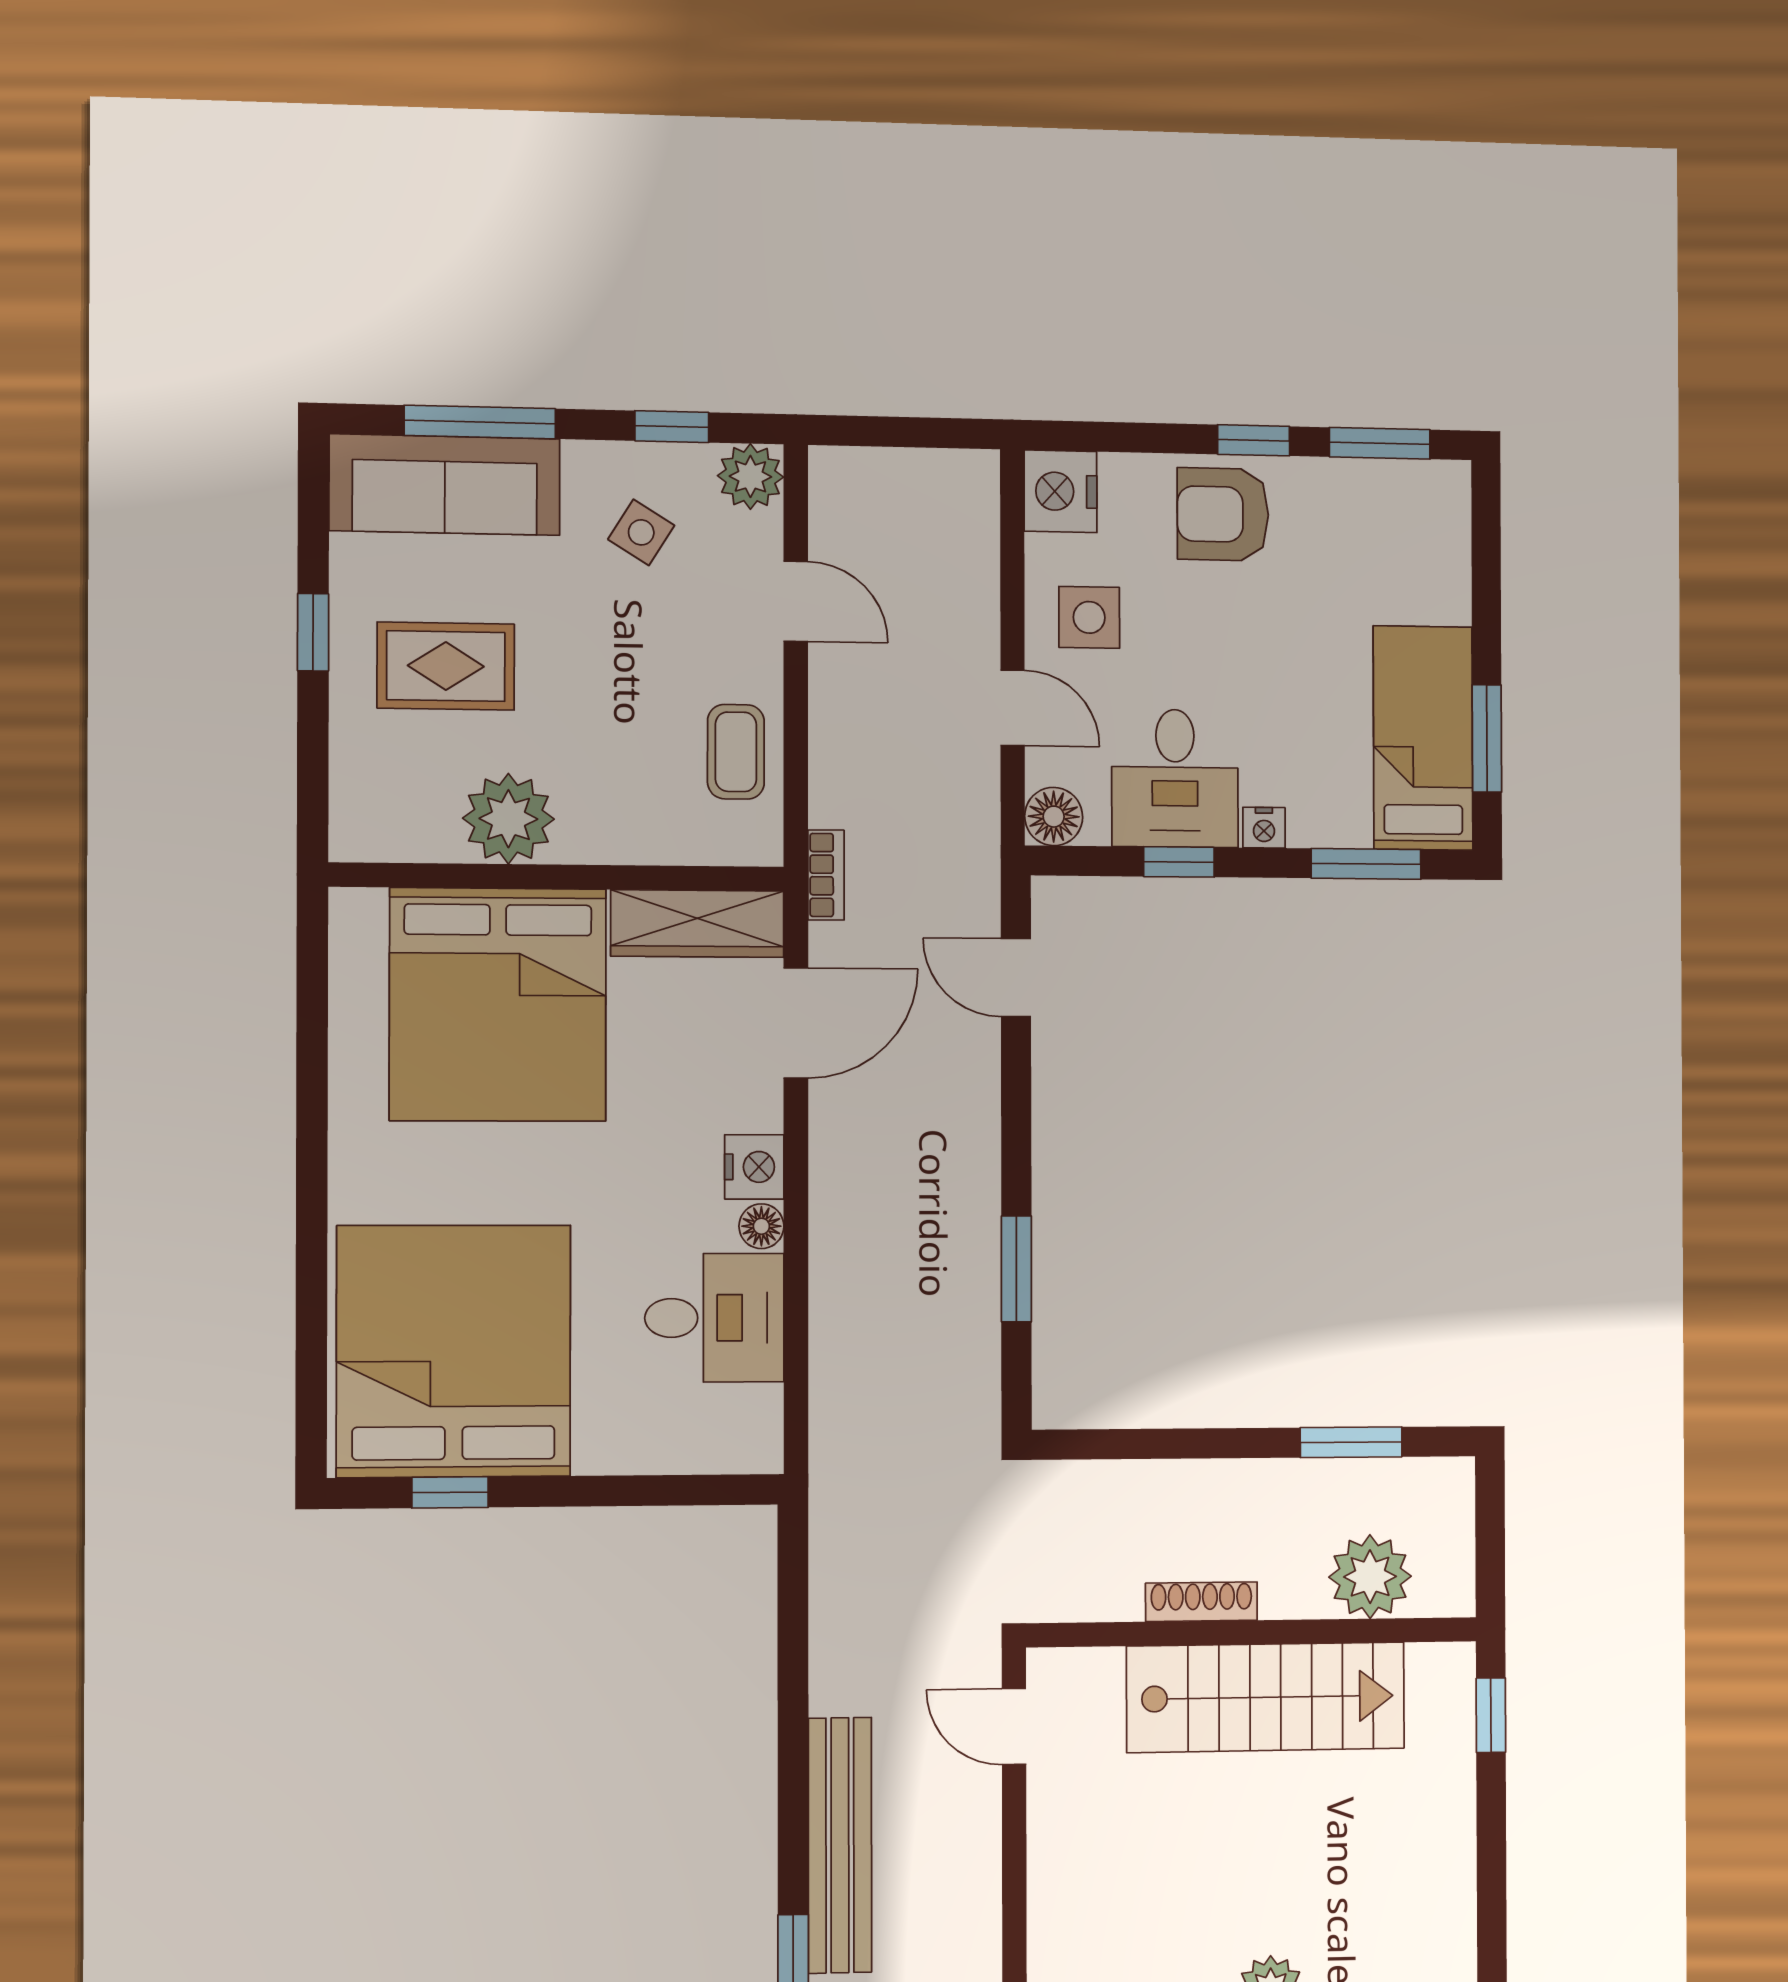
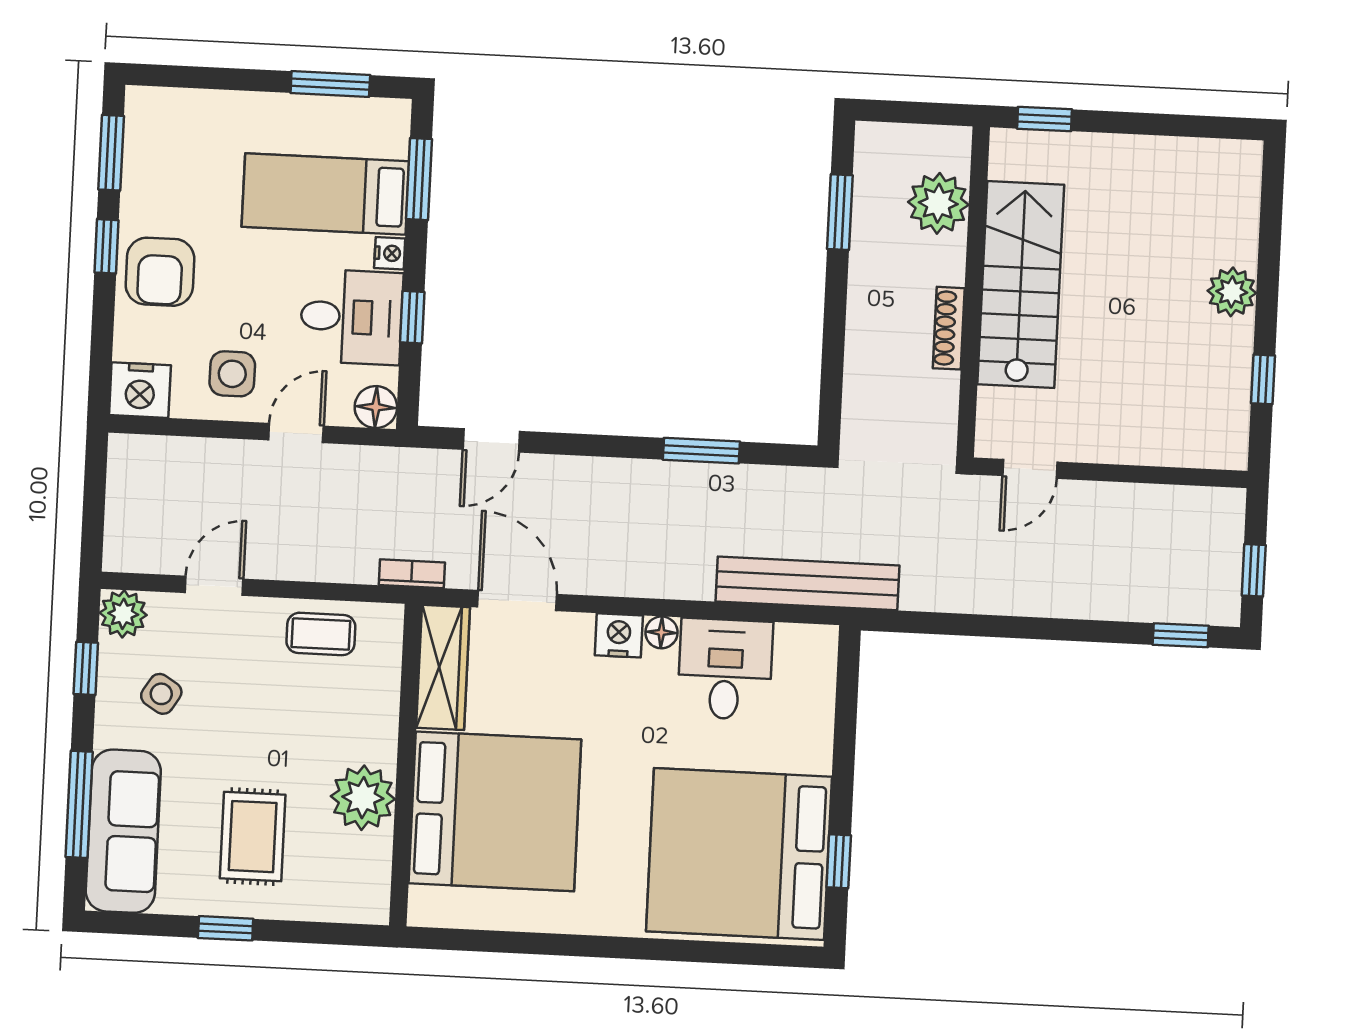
bed: (1423, 738) -> (325, 194), moved
bench: (840, 1845) -> (808, 583), moved

